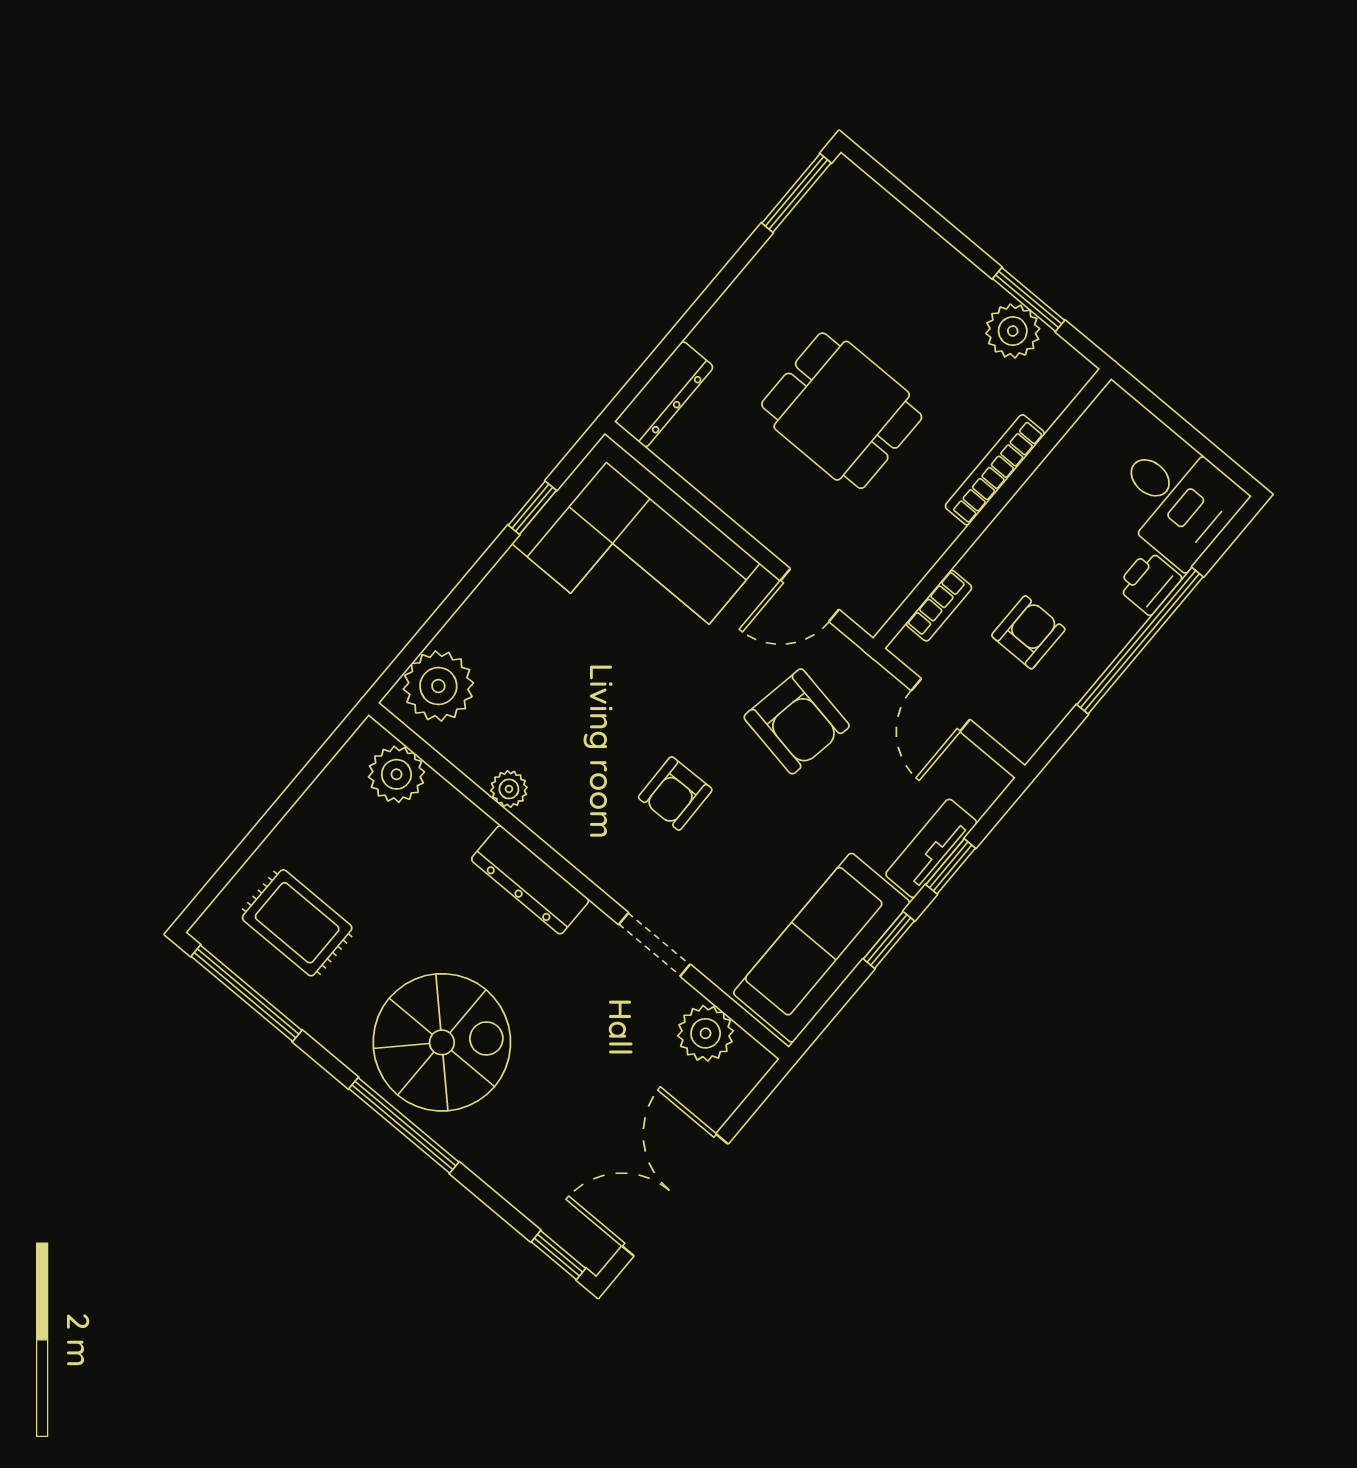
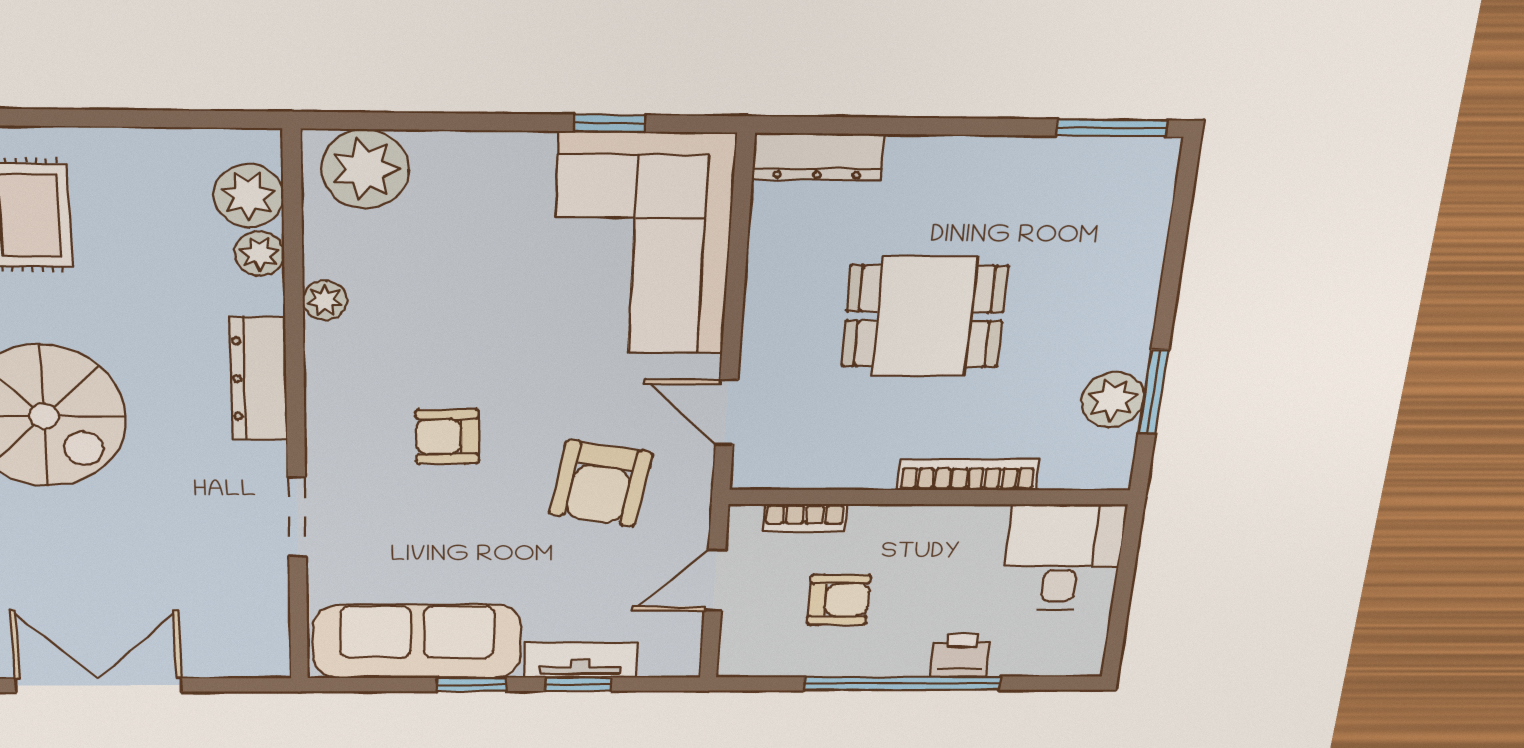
dining table: (842, 411) -> (924, 316), turned 90
desk: (1176, 500) -> (1063, 558), moved, turned 180
plant: (706, 1033) -> (259, 254), moved, width x0.73, depth x0.73

